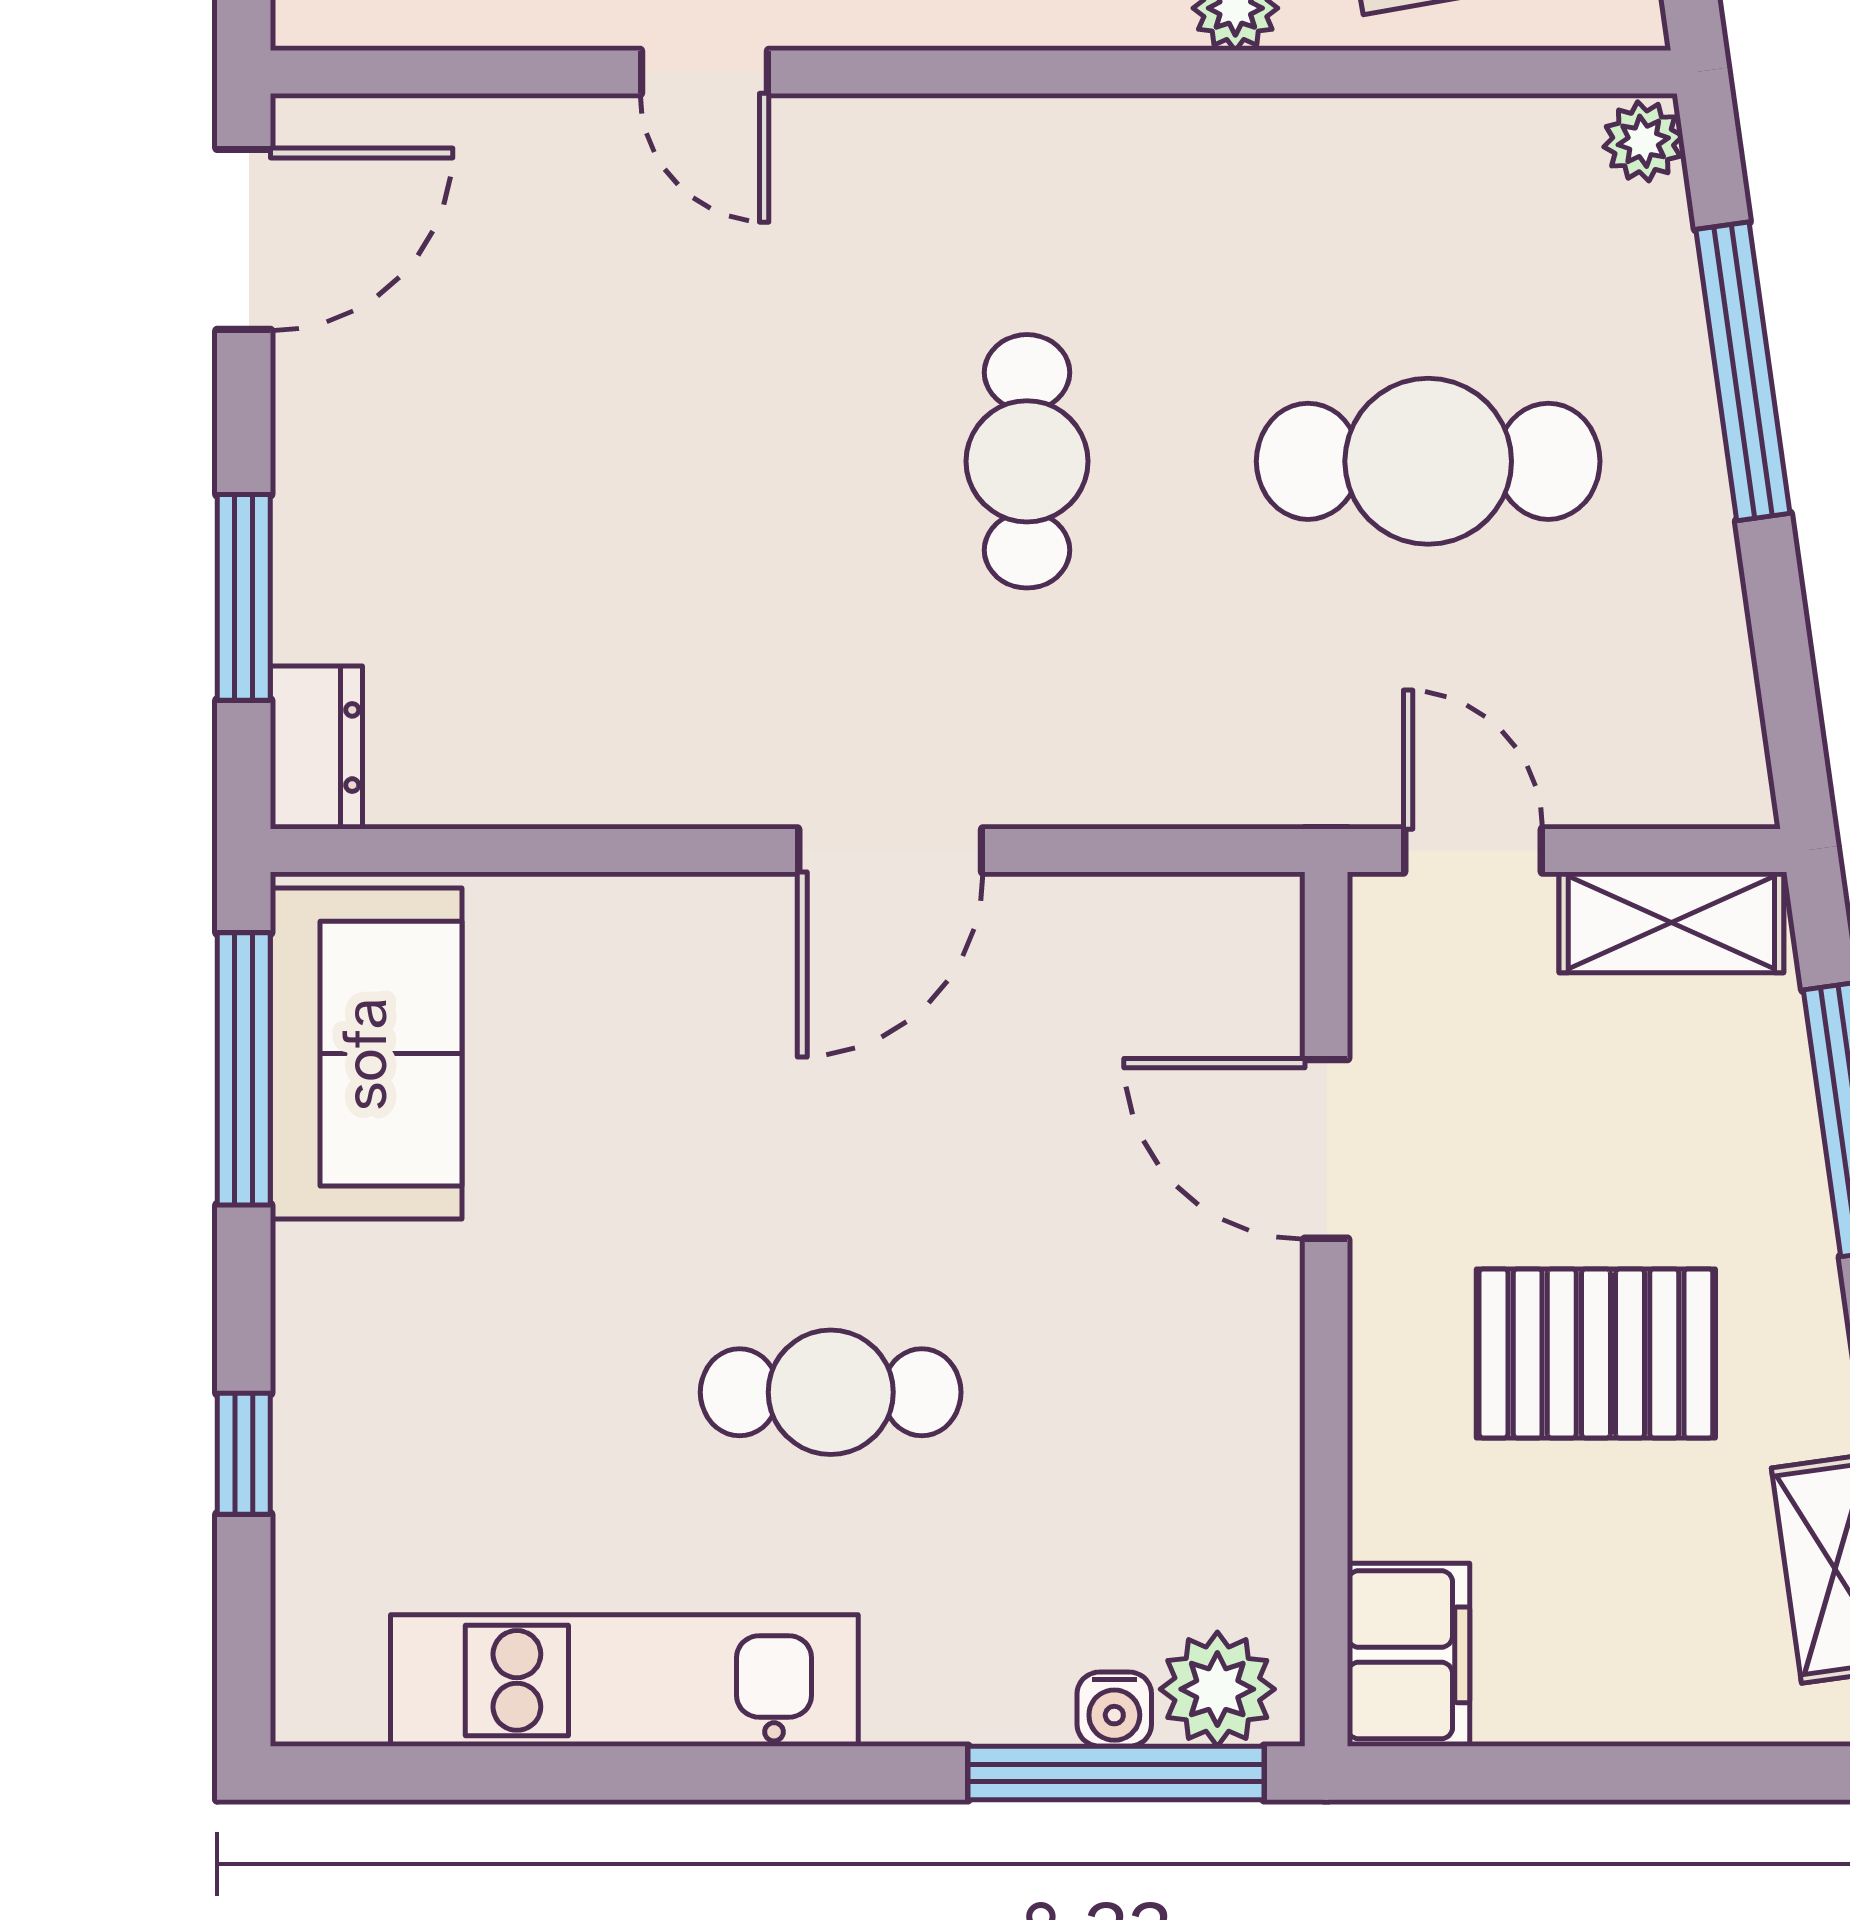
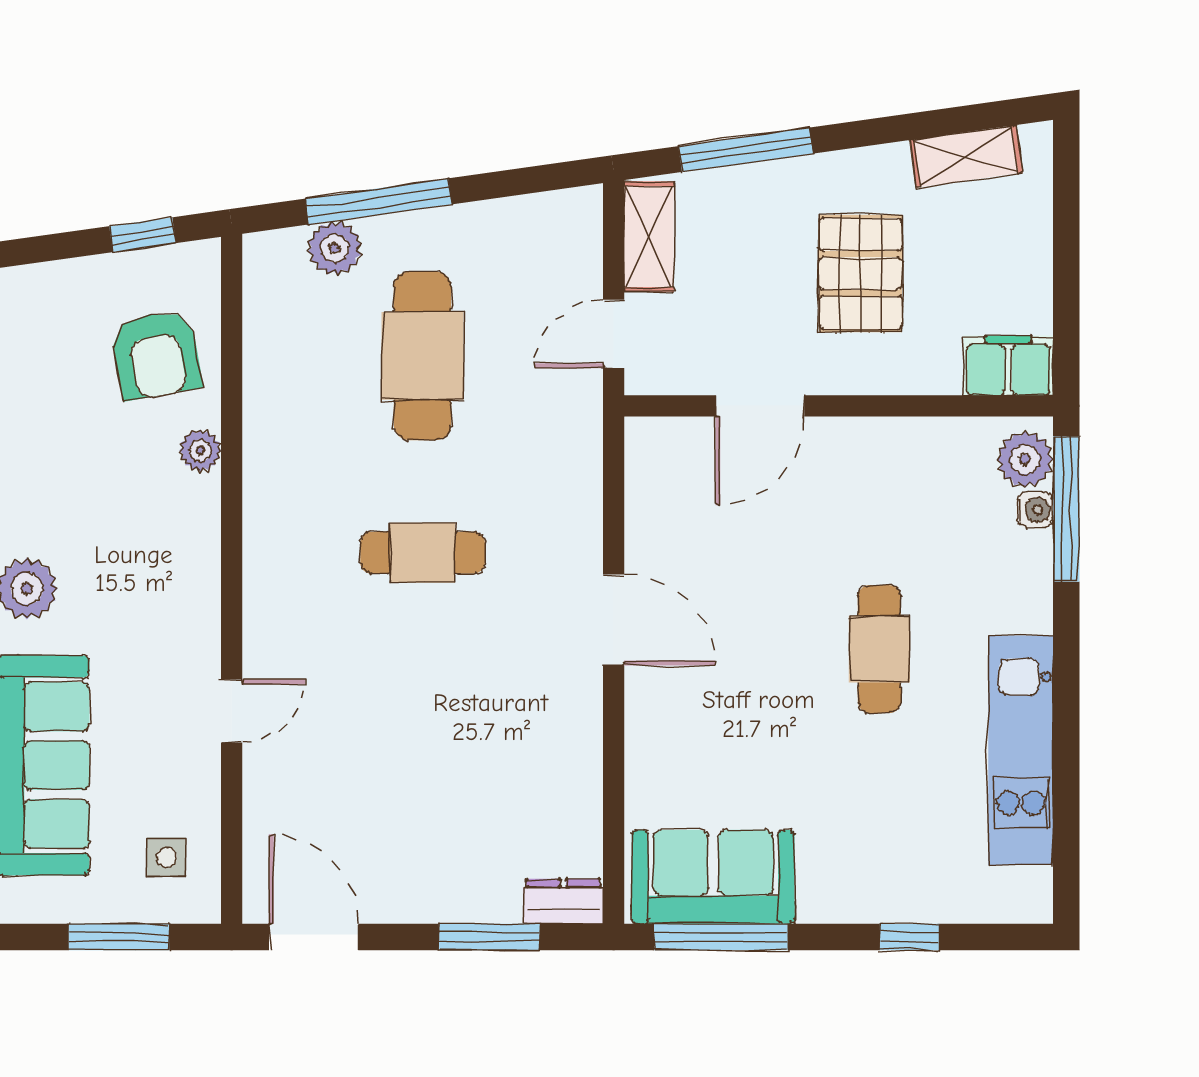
plant: (1643, 141) -> (335, 248), moved, width x1.38, depth x1.38

